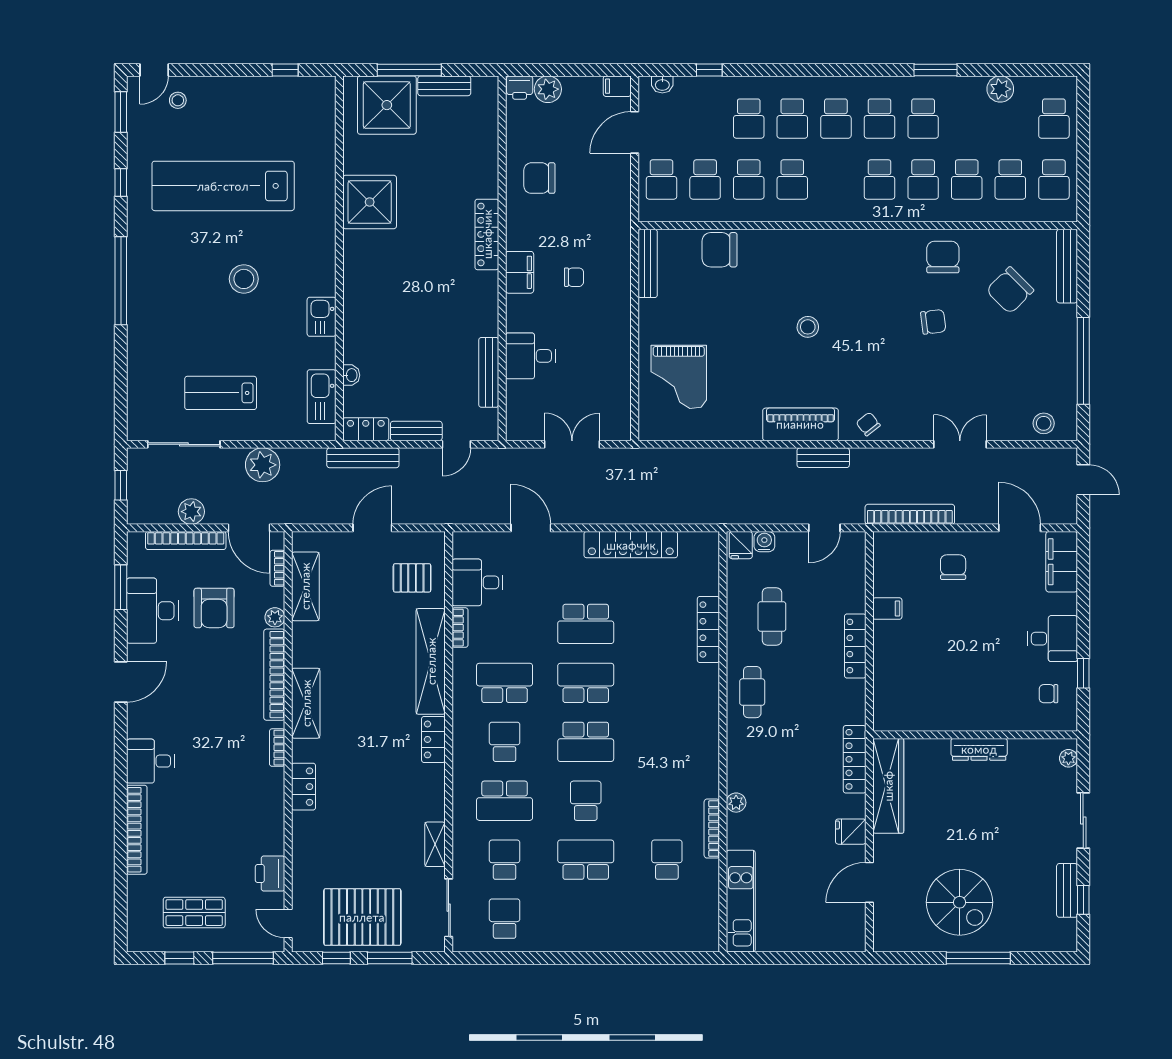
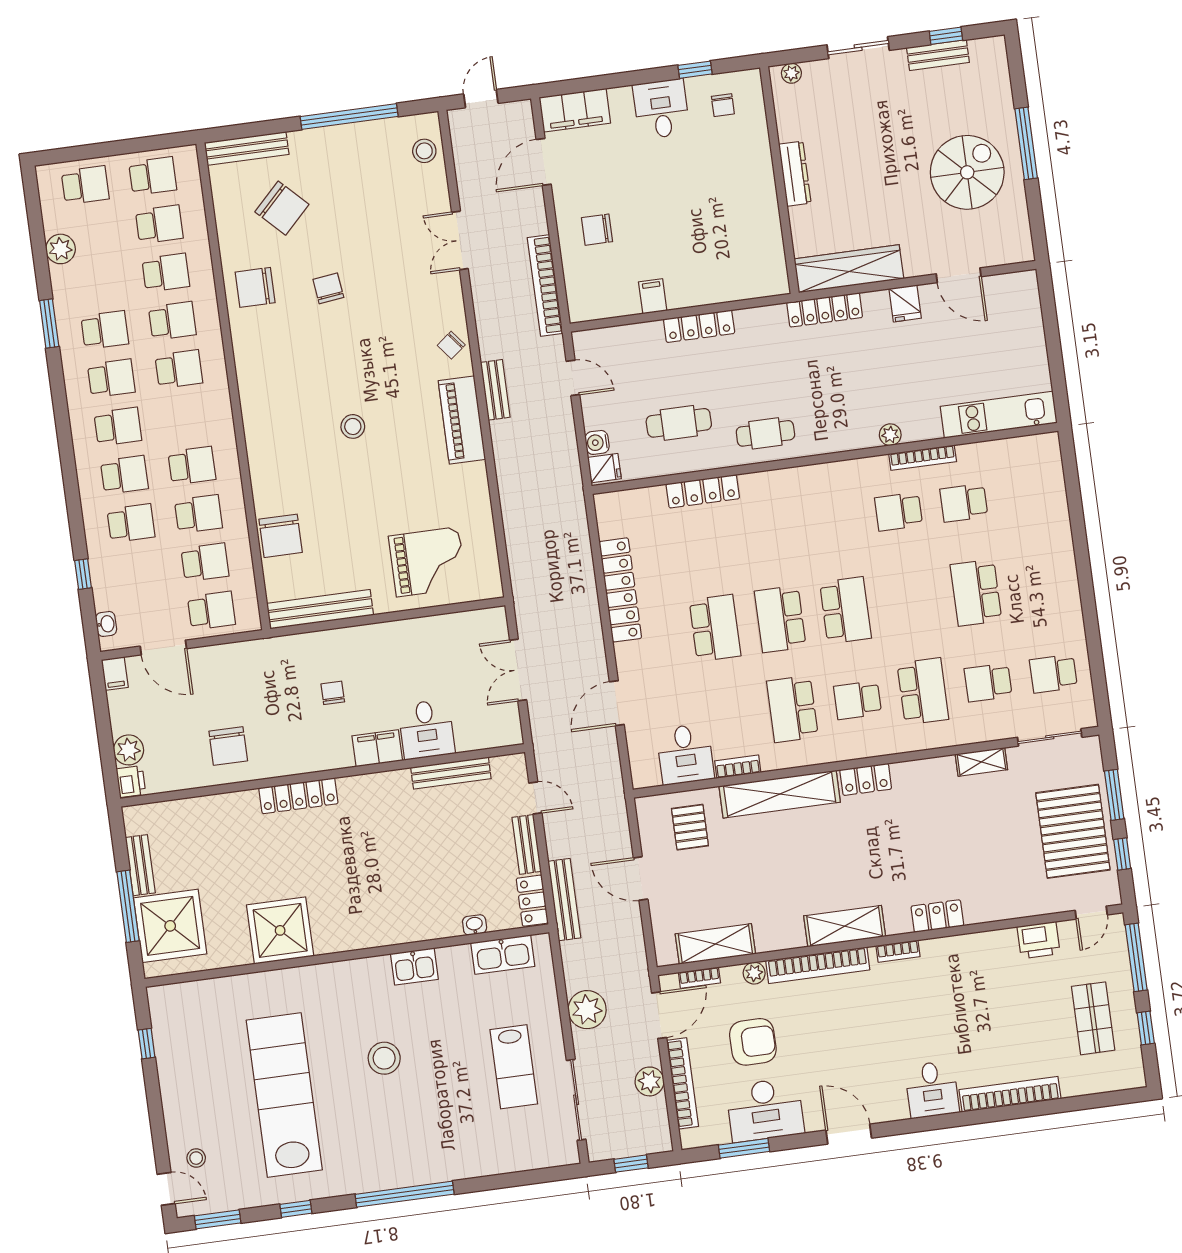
lab bench: (223, 186) -> (284, 1095), turned 180
bench: (648, 263) -> (320, 609), width x1.37, depth x1.21
filing cabinet: (520, 272) -> (377, 748), moved
school desk: (586, 801) -> (899, 512), moved

